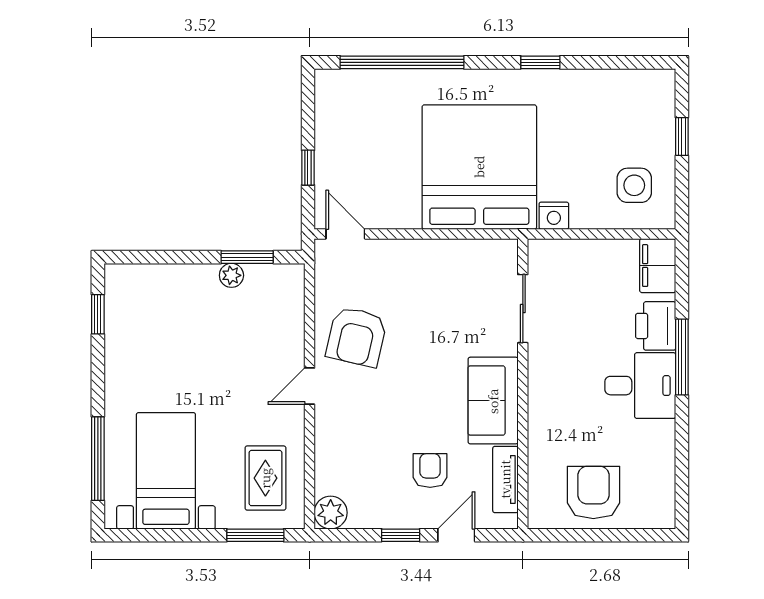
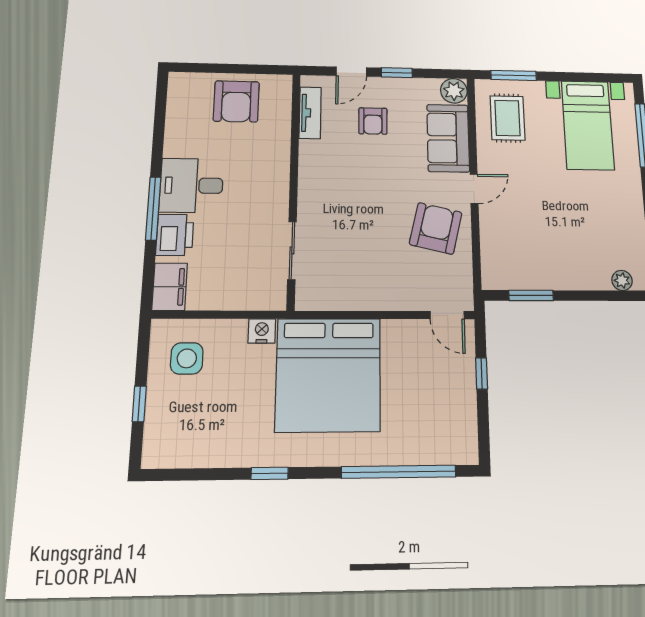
plant: (231, 275) -> (622, 280), moved
sofa: (493, 401) -> (448, 138), moved, turned 180

